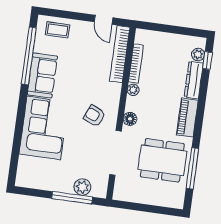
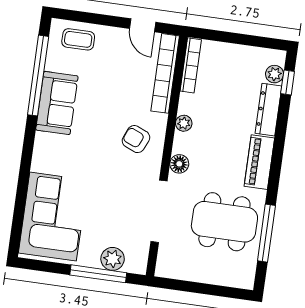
bookcase: (136, 64) -> (191, 65), moved
armchair: (95, 116) -> (136, 139), moved
corner sofa: (44, 128) -> (53, 217), moved

